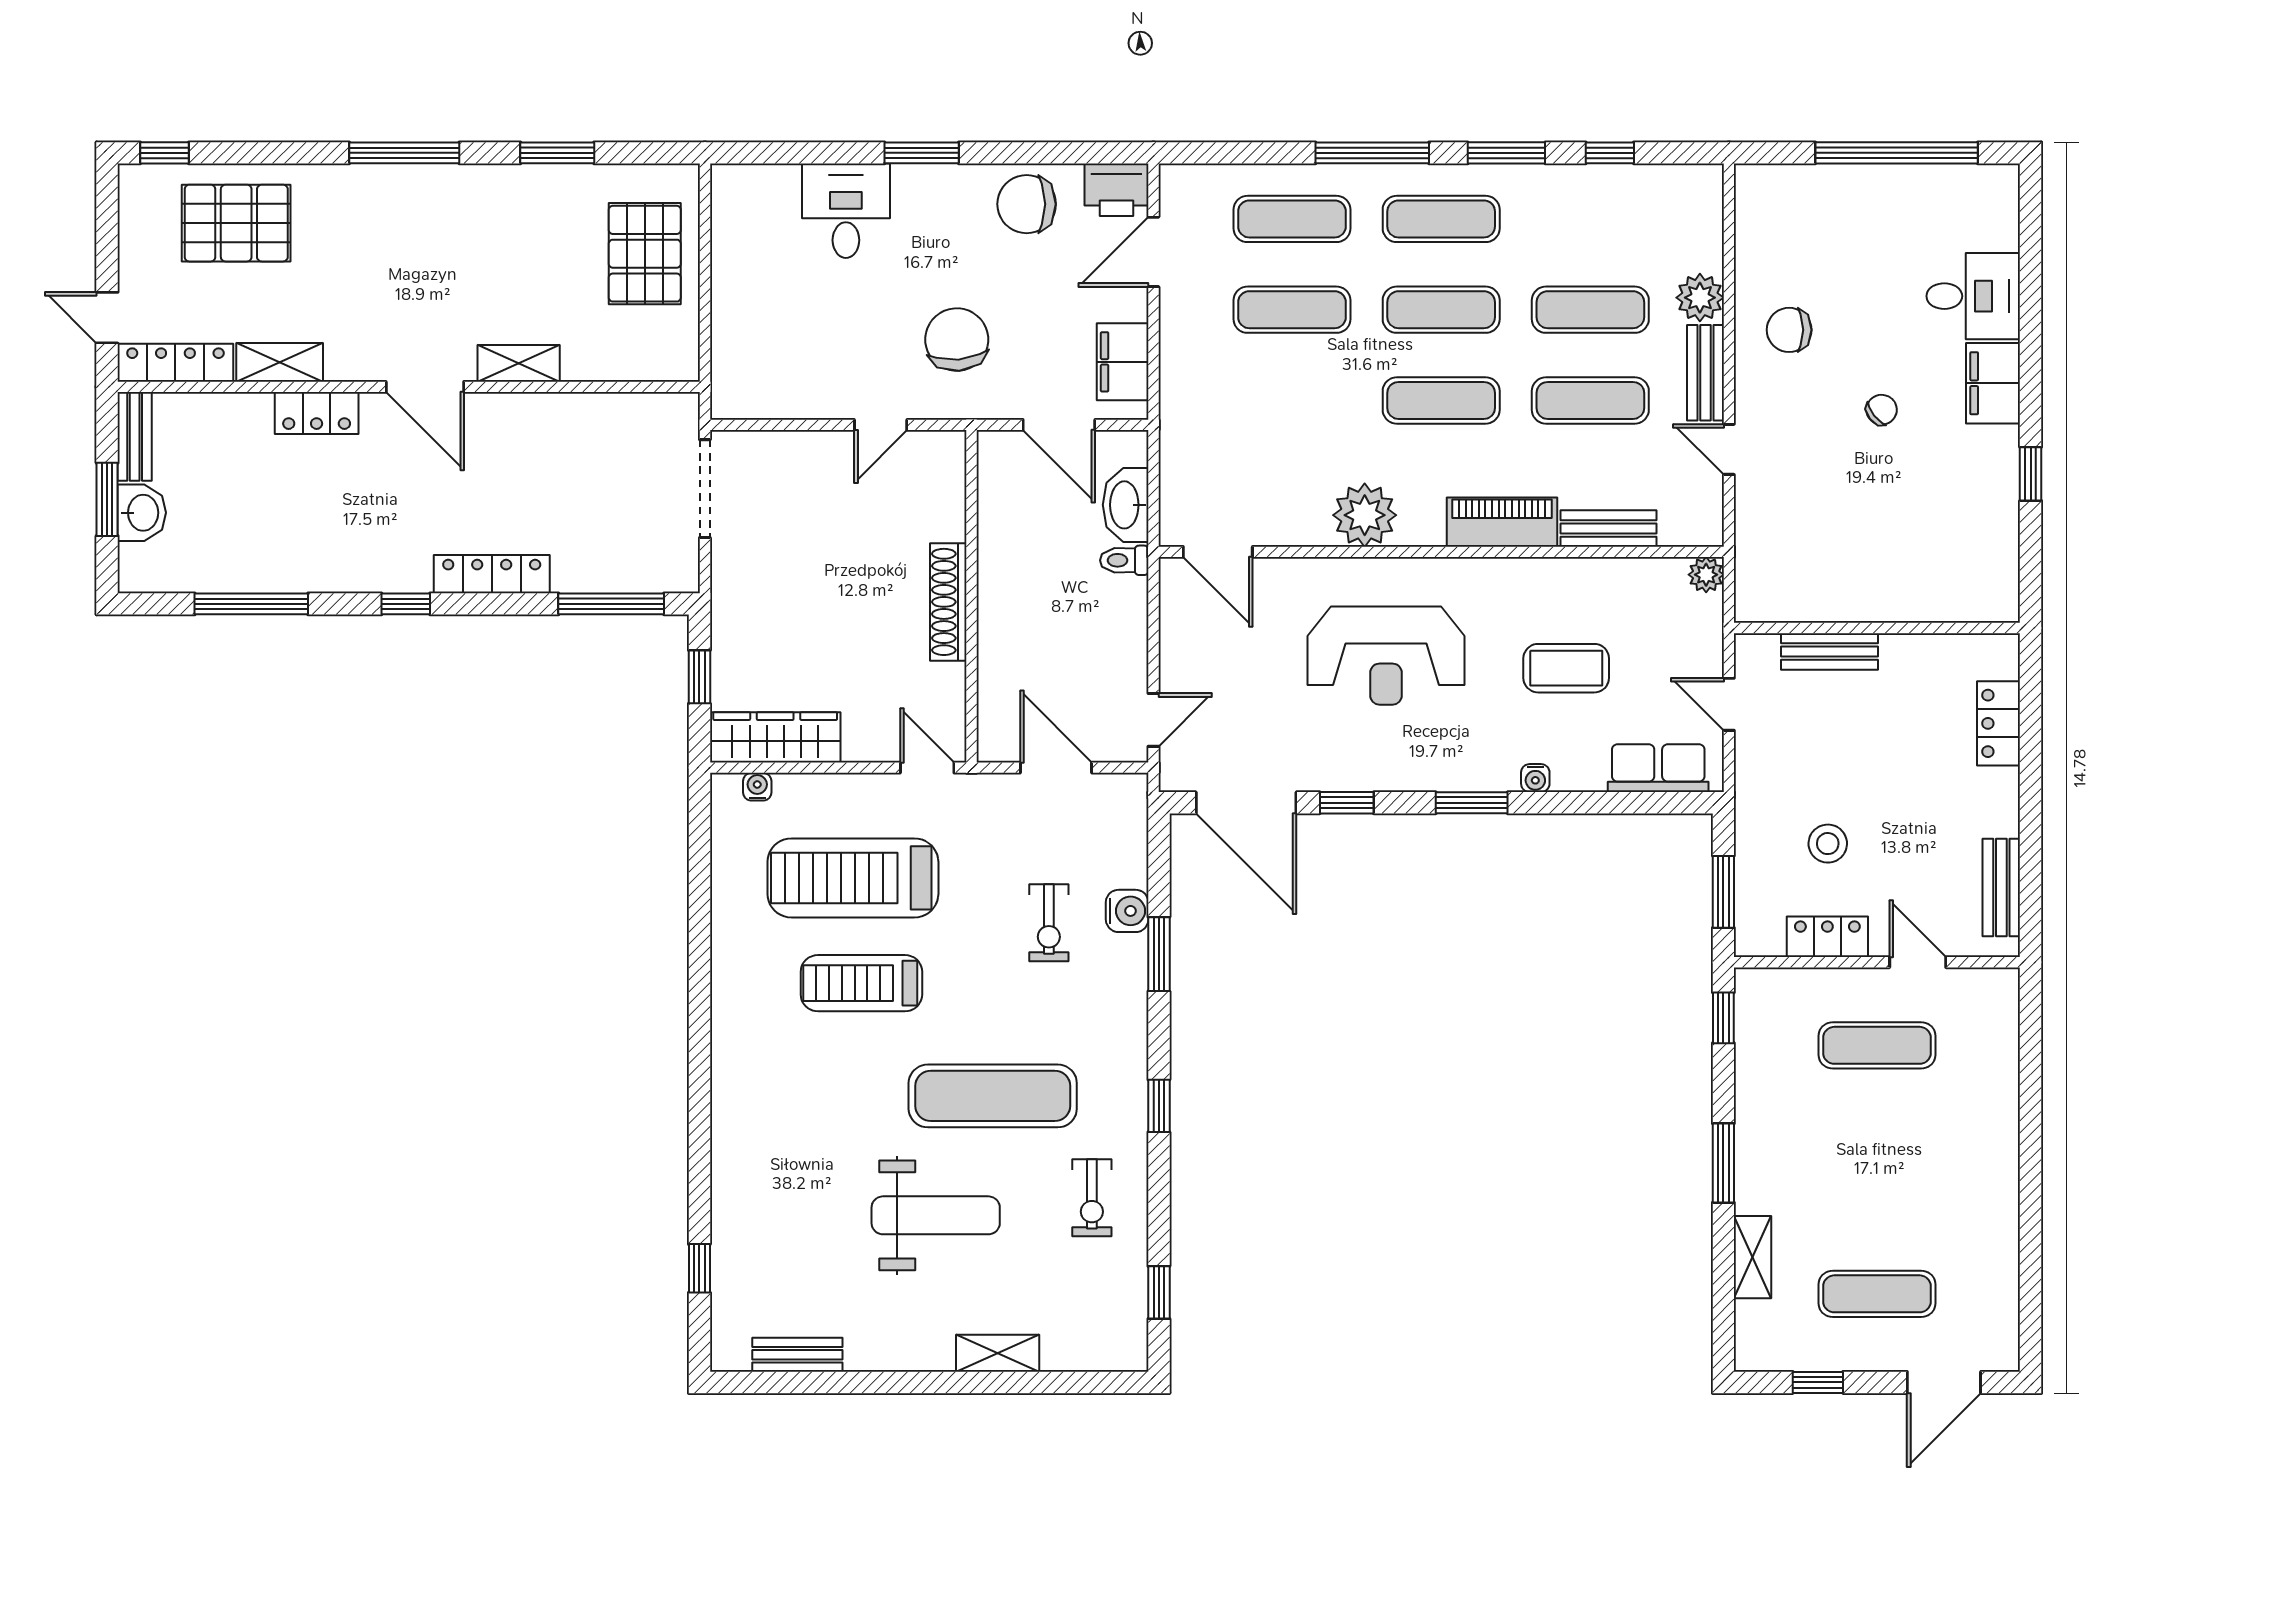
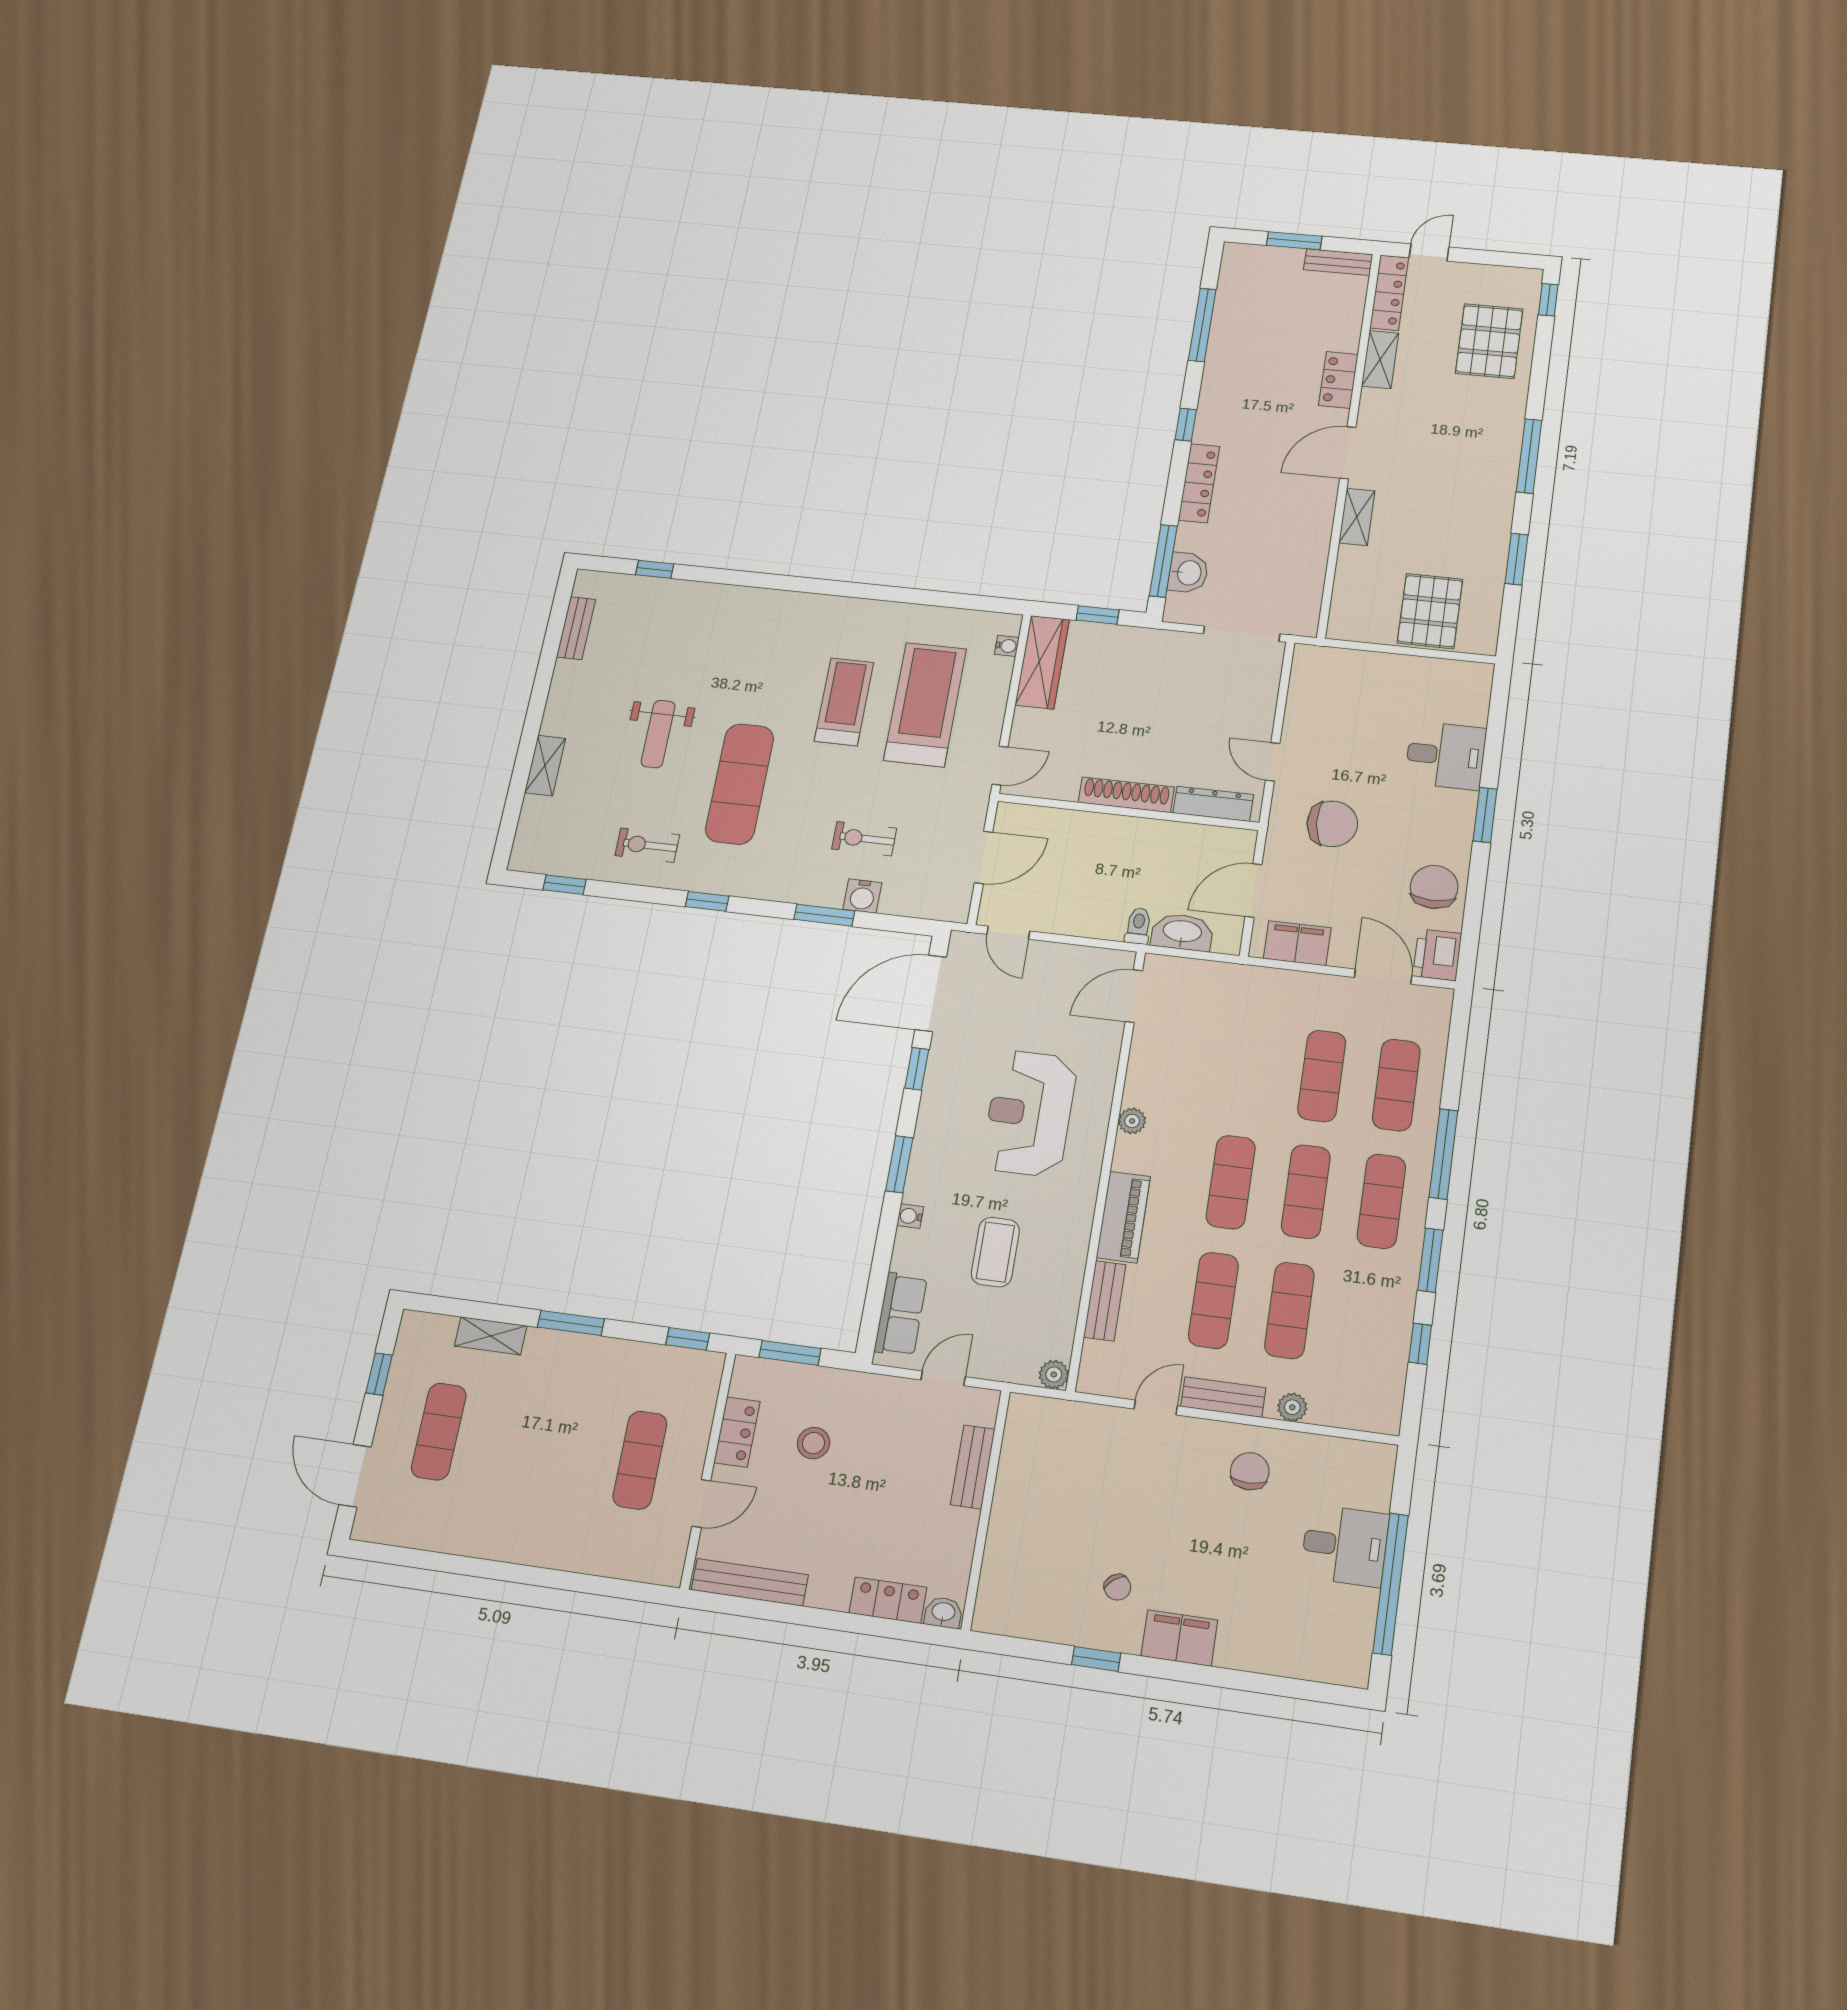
pallet: (645, 254) -> (1430, 611), turned 90
desk: (1973, 296) -> (1345, 1546), moved, turned -90
plant: (1700, 298) -> (1292, 1407), width x0.73, depth x0.73
chair: (1882, 410) -> (1118, 1587), moved
dresser: (947, 491) -> (1213, 804), added
washbasin: (142, 513) -> (1188, 573), moved, turned -90
plant: (1365, 515) -> (1132, 1121), width x0.53, depth x0.53
washbasin: (2003, 657) -> (943, 1612), added
bench: (2001, 887) -> (750, 1582), width x1.36
weight bench: (936, 1215) -> (658, 734), width x0.73, depth x0.75

